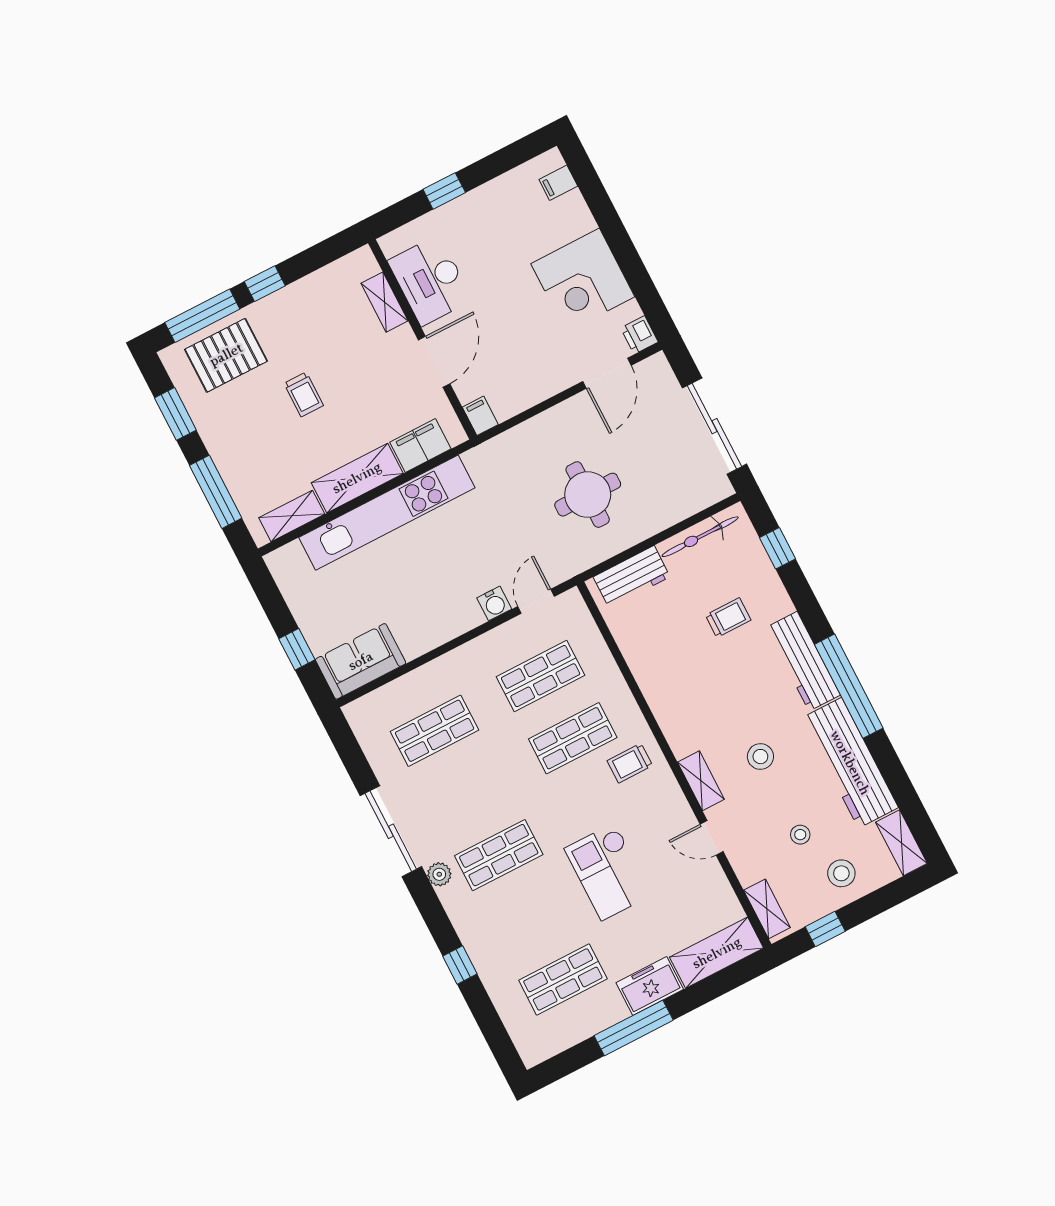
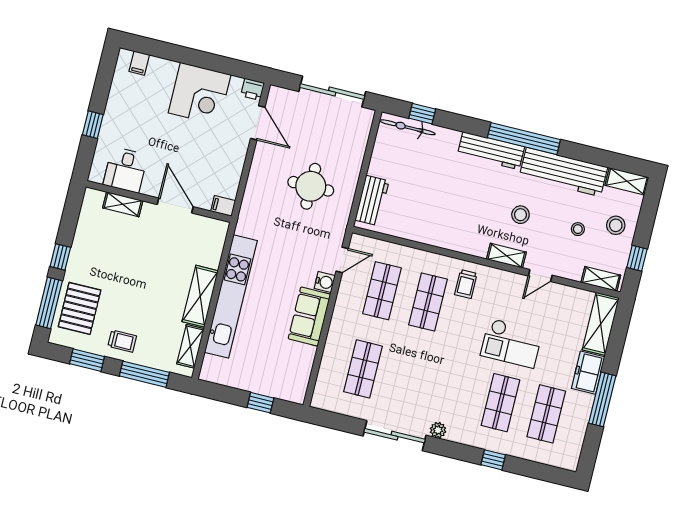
desk: (430, 280) -> (125, 170), width x0.73
trolley: (304, 394) -> (122, 341), moved
filing cabinet: (420, 445) -> (212, 250), removed
bicycle: (700, 537) -> (407, 127), moved, turned 90
door: (536, 601) -> (342, 260), swing flipped
trolley: (728, 618) -> (436, 170), removed
sofa: (361, 661) -> (309, 316), moved
shop shelf: (499, 855) -> (500, 403), moved

